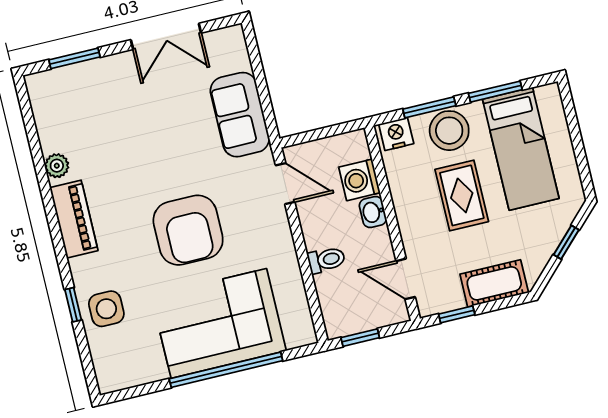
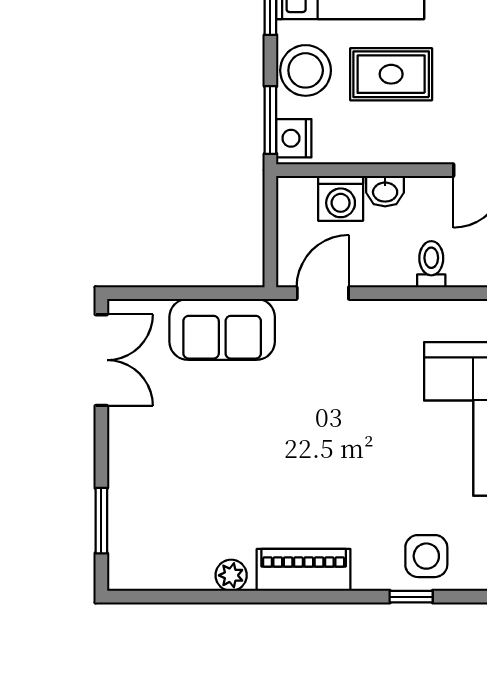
double door: (166, 36) -> (101, 360), moved
window: (429, 107) -> (270, 120), moved
armchair: (188, 230) -> (352, 429), removed

